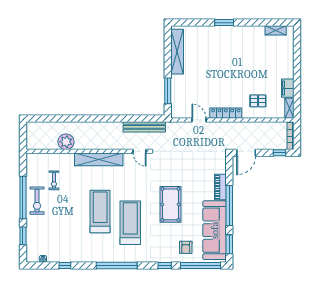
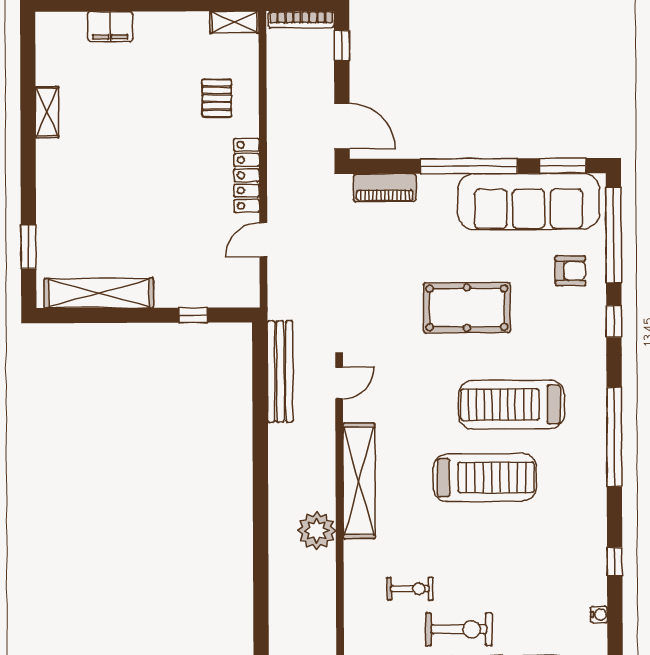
window: (224, 23) -> (29, 247), moved
shelving: (276, 30) -> (47, 112), moved
filing cabinet: (288, 88) -> (110, 27), moved
window: (168, 91) -> (193, 315), width x0.46
plant: (66, 142) -> (317, 531), moved
piano: (220, 187) -> (385, 188), moved
treadmill: (100, 212) -> (485, 477), turned 180

